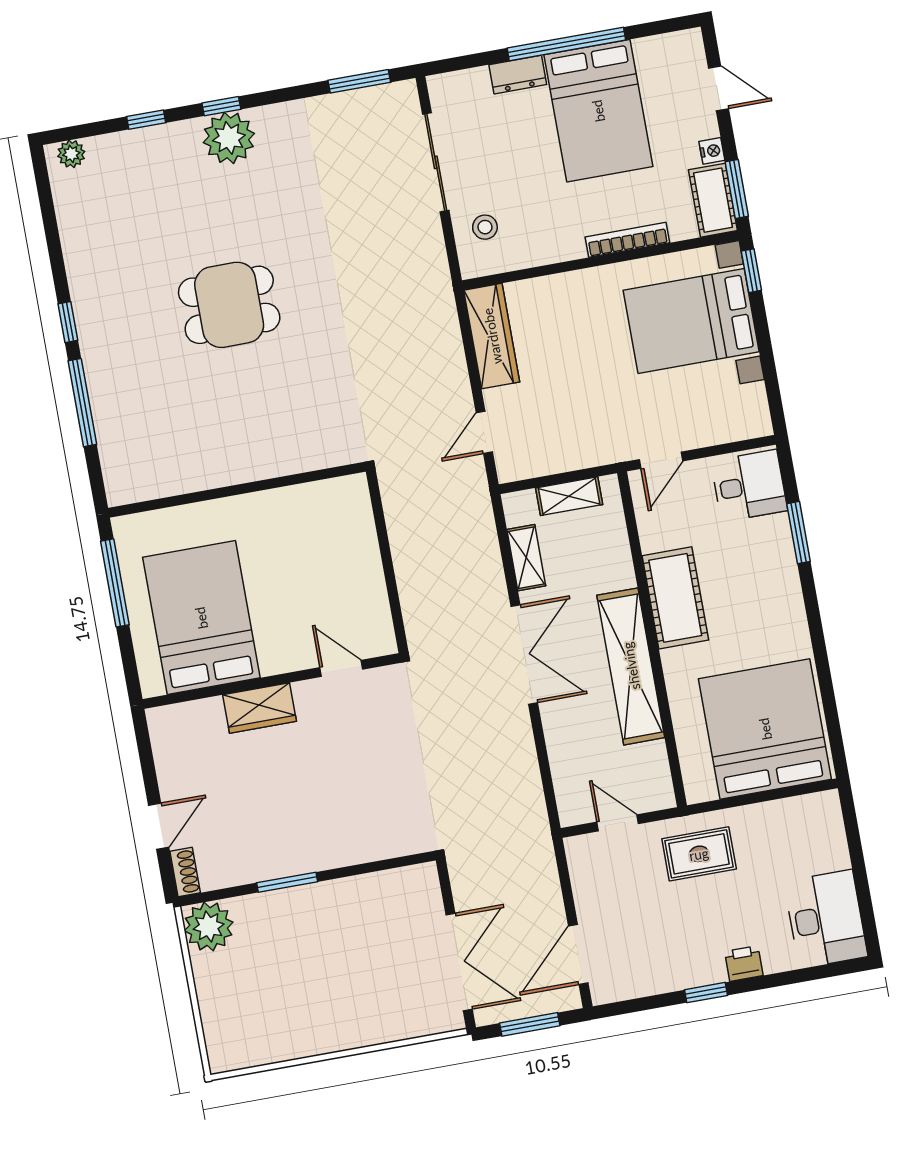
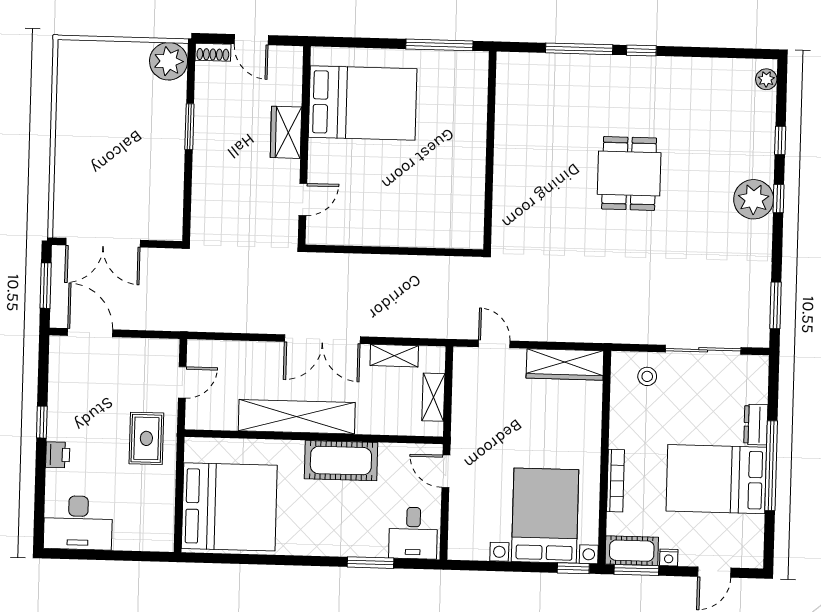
bed: (201, 618) -> (363, 103), moved
door: (341, 668) -> (303, 199), moved
wall: (271, 681) -> (304, 145), moved
wardrobe: (260, 708) -> (286, 132), moved

